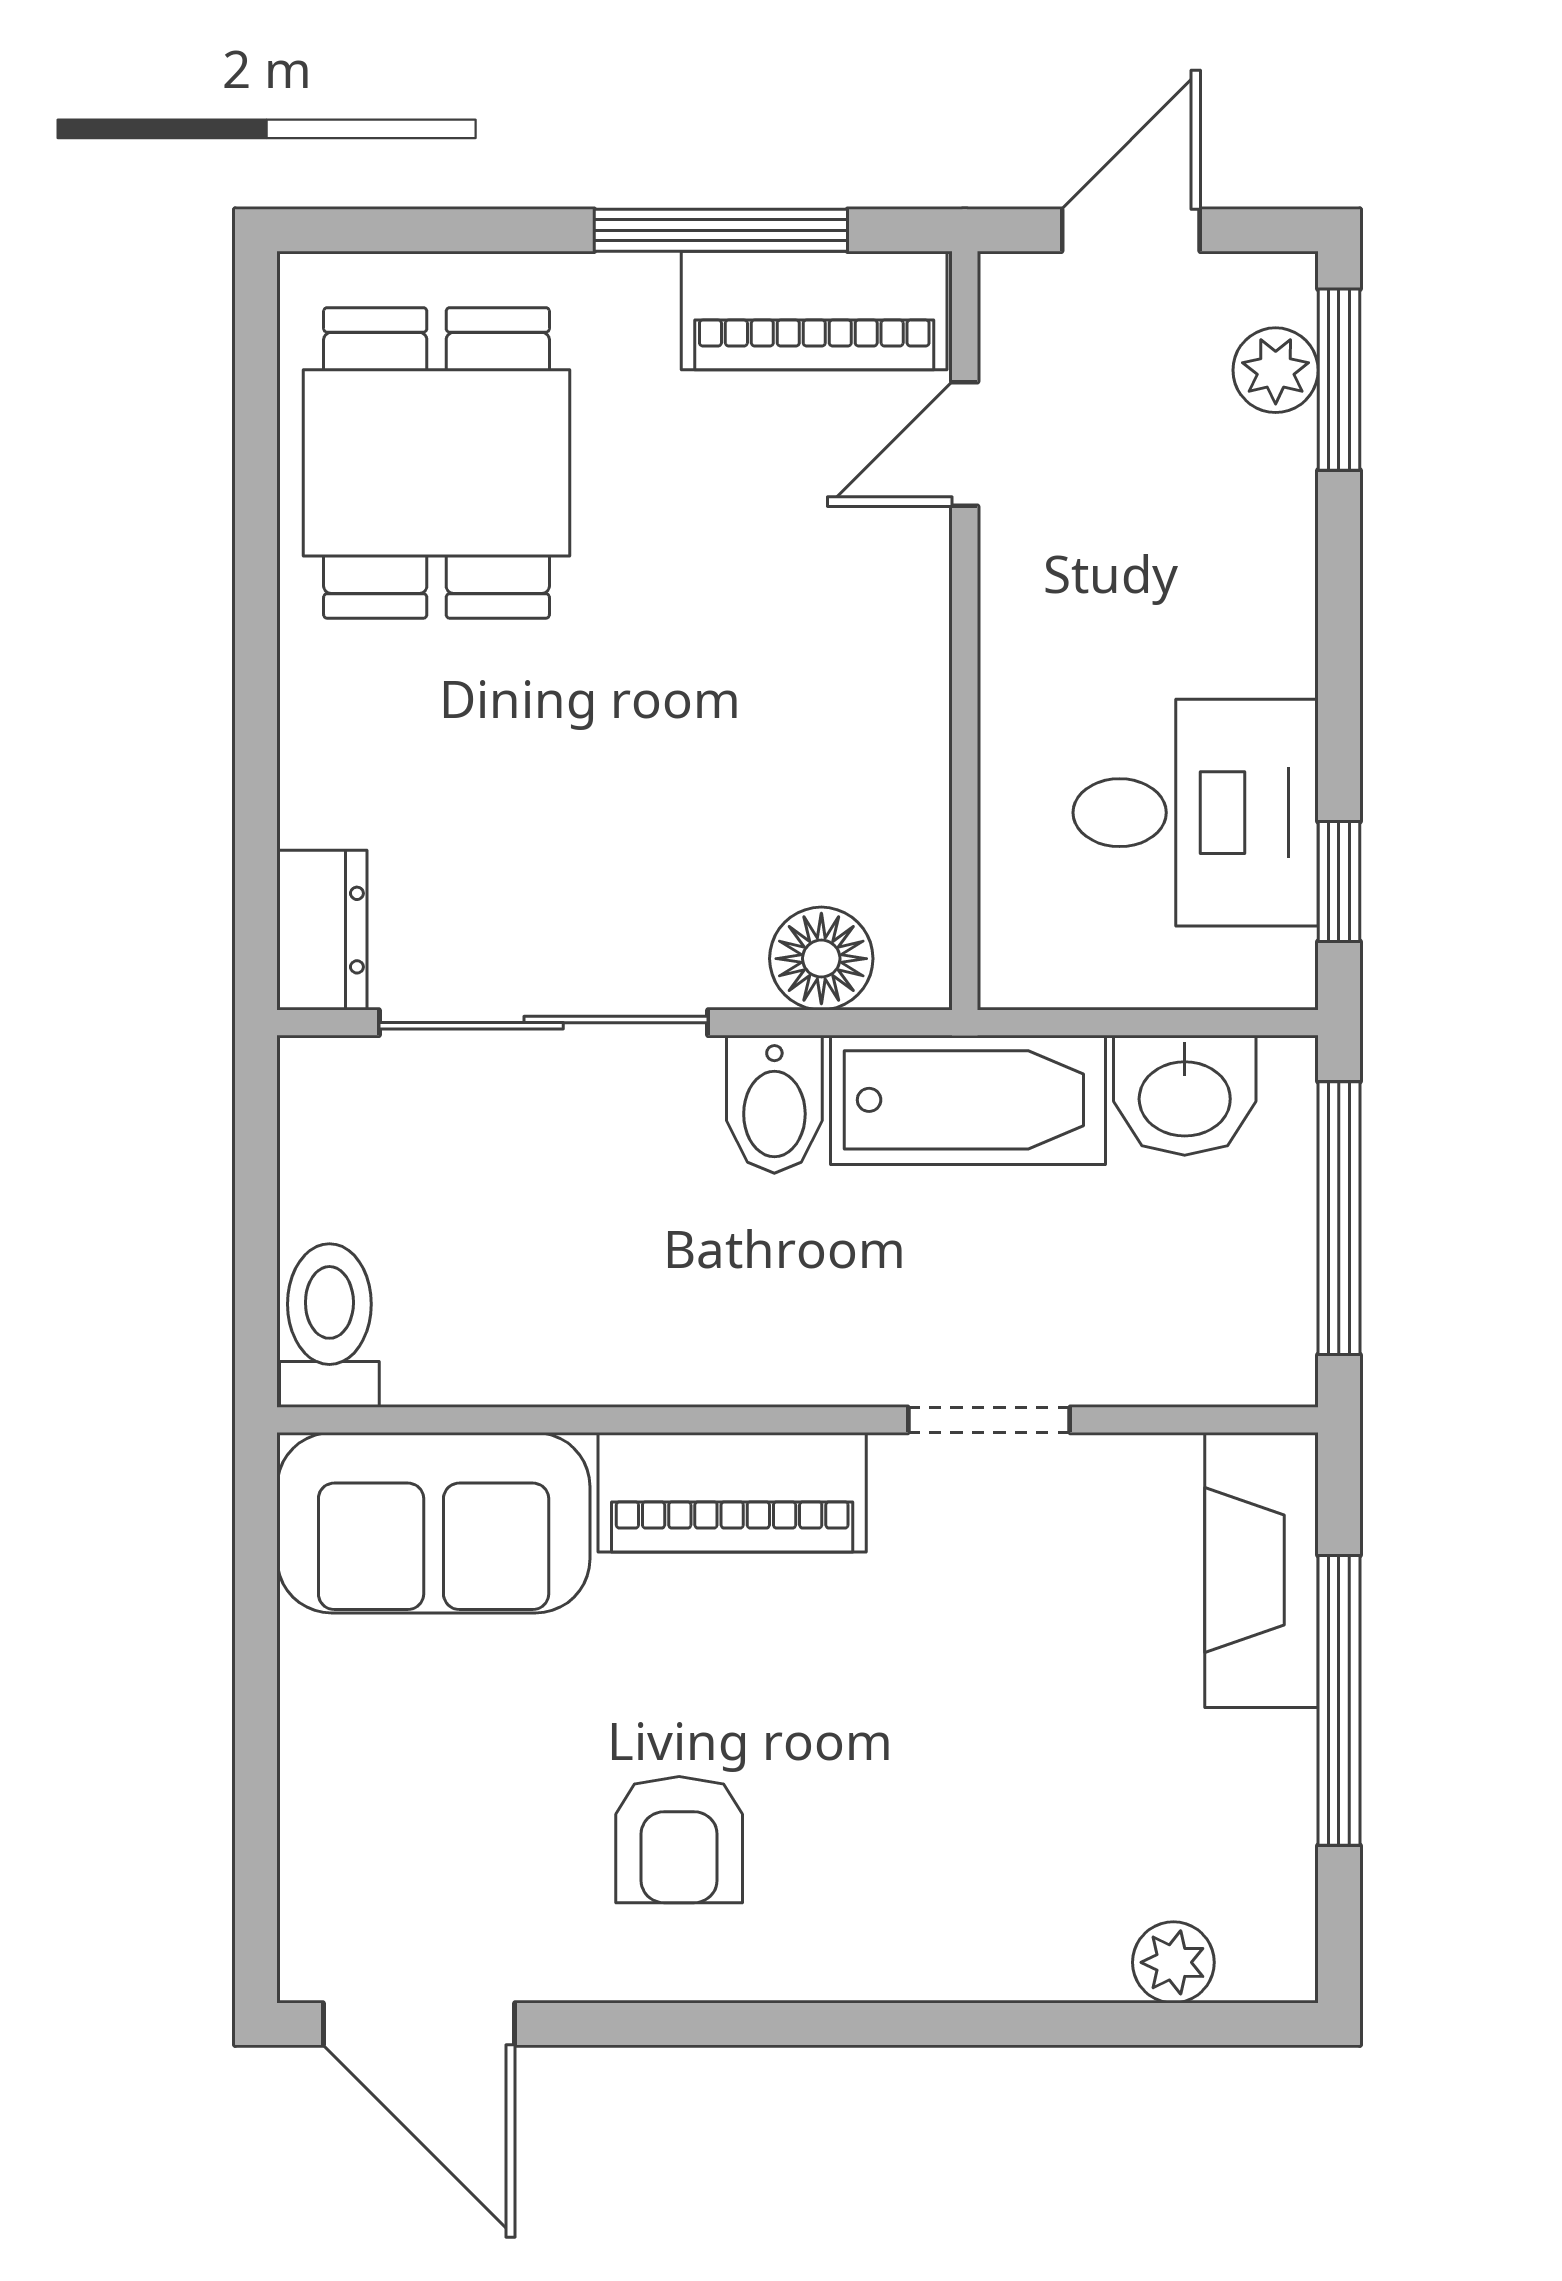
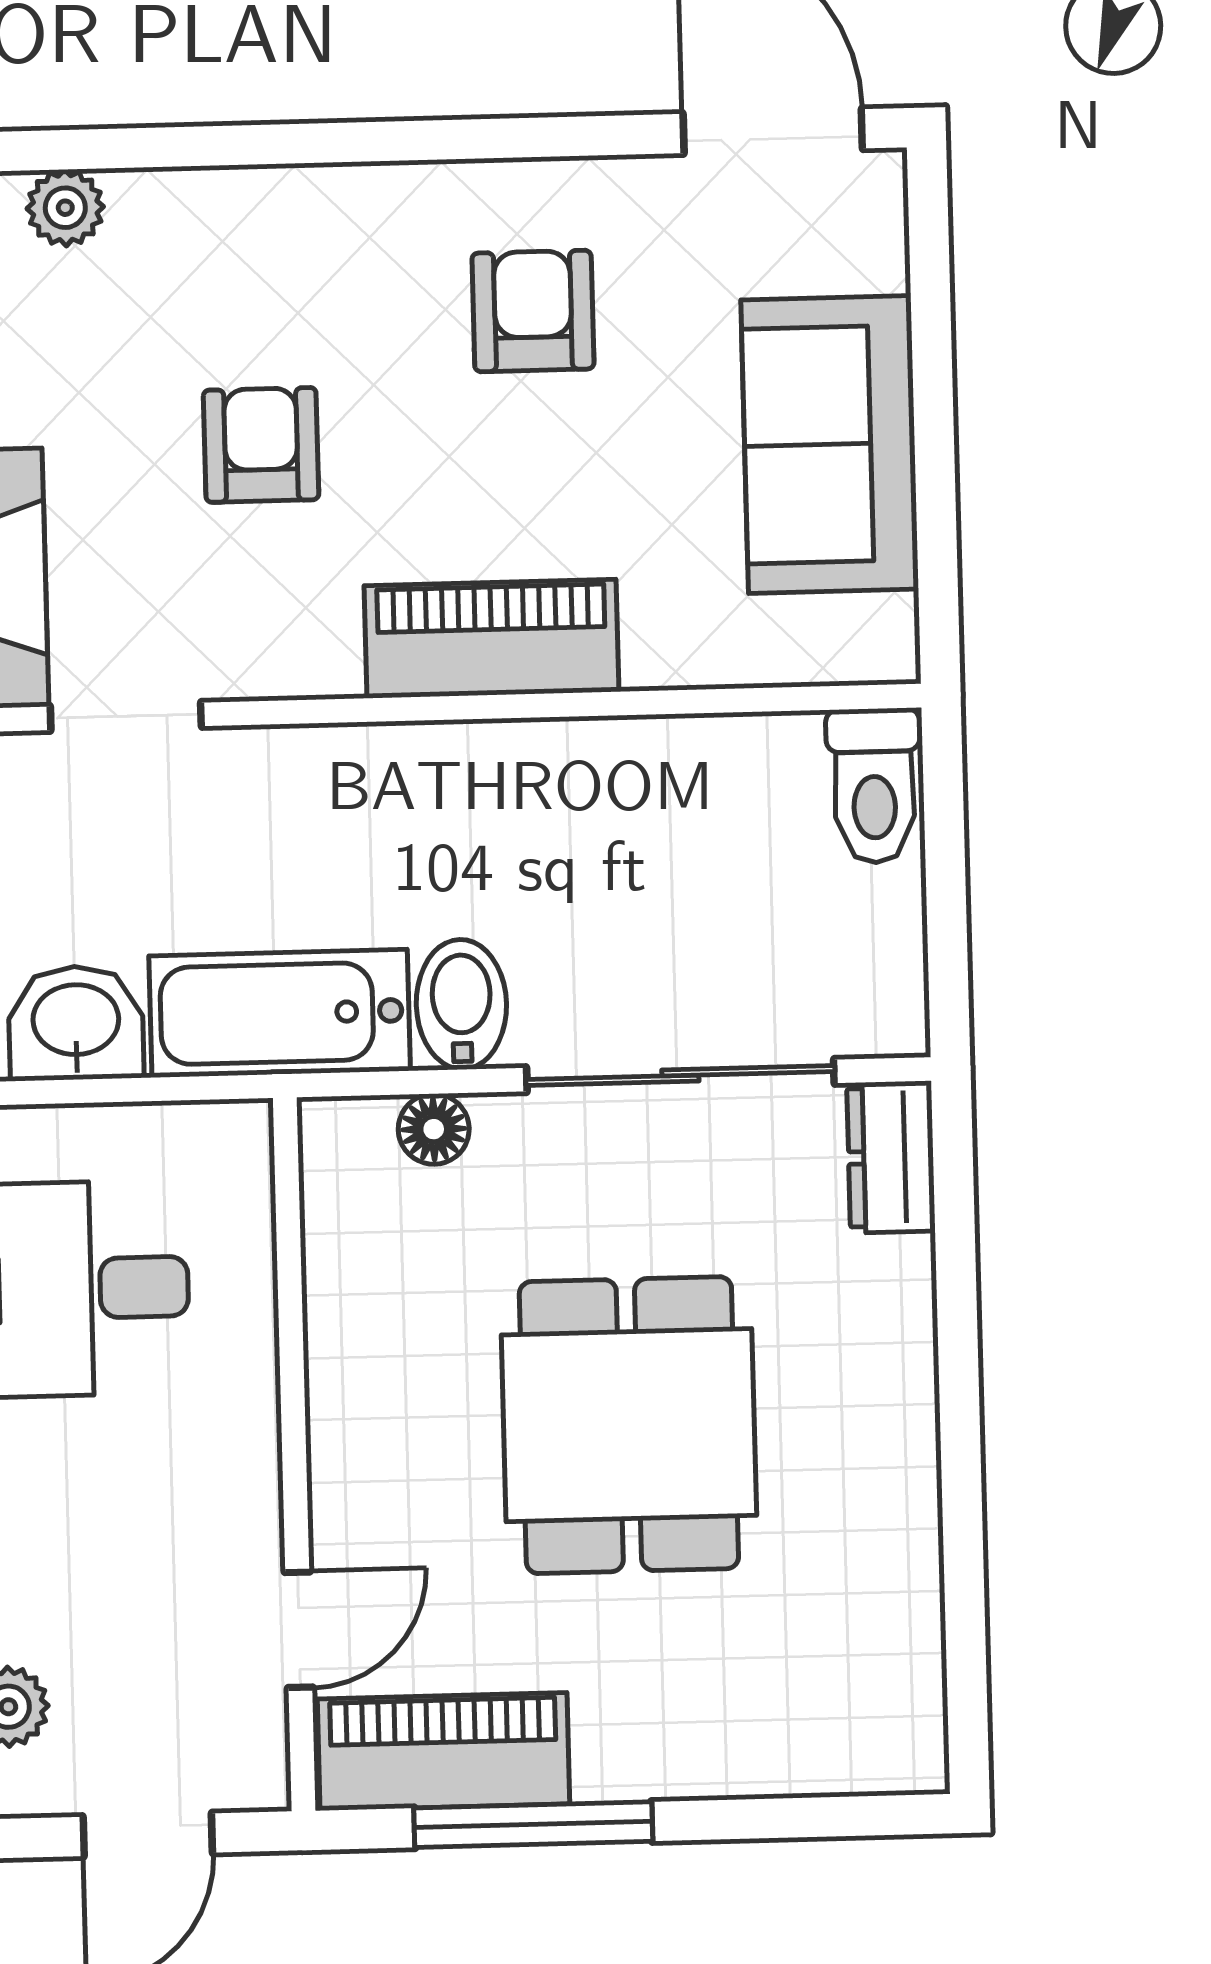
dining table: (436, 463) -> (629, 1425), moved
floor lamp: (821, 959) -> (434, 1129), width x0.73, depth x0.73
doorway: (989, 1420) -> (126, 716), moved
sofa: (434, 1523) -> (830, 444), moved, turned -90
armchair: (972, 1705) -> (261, 445), added

